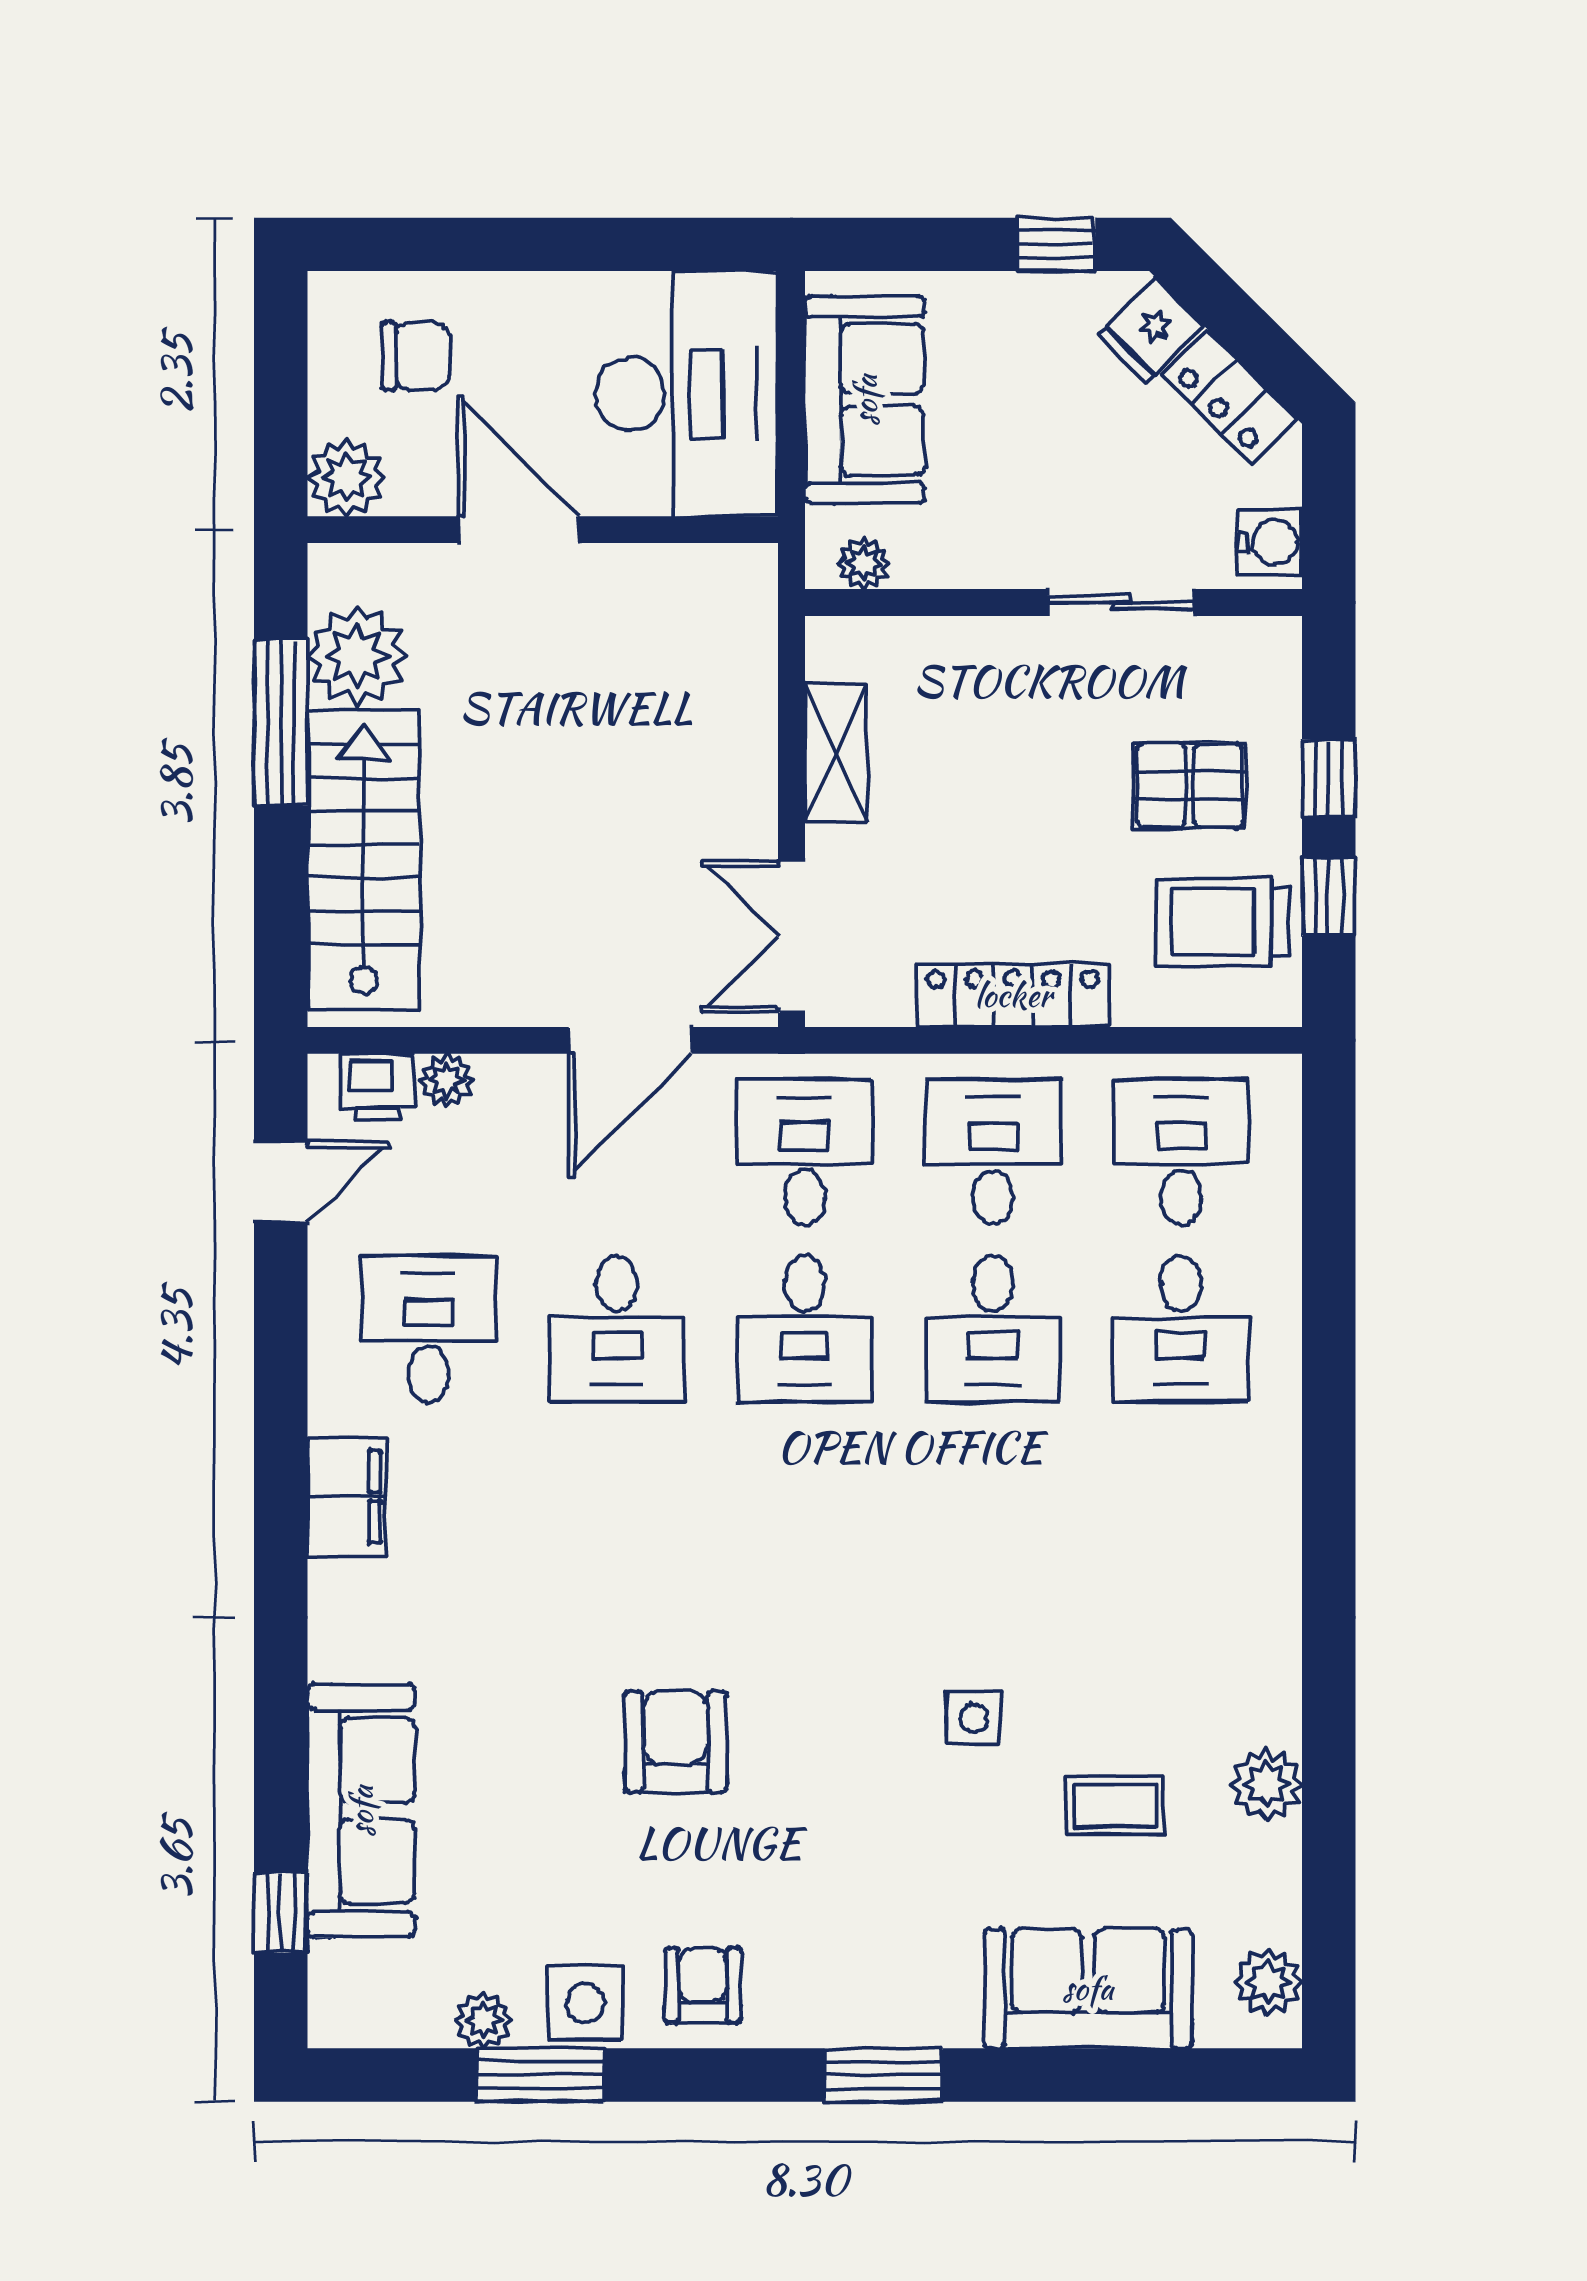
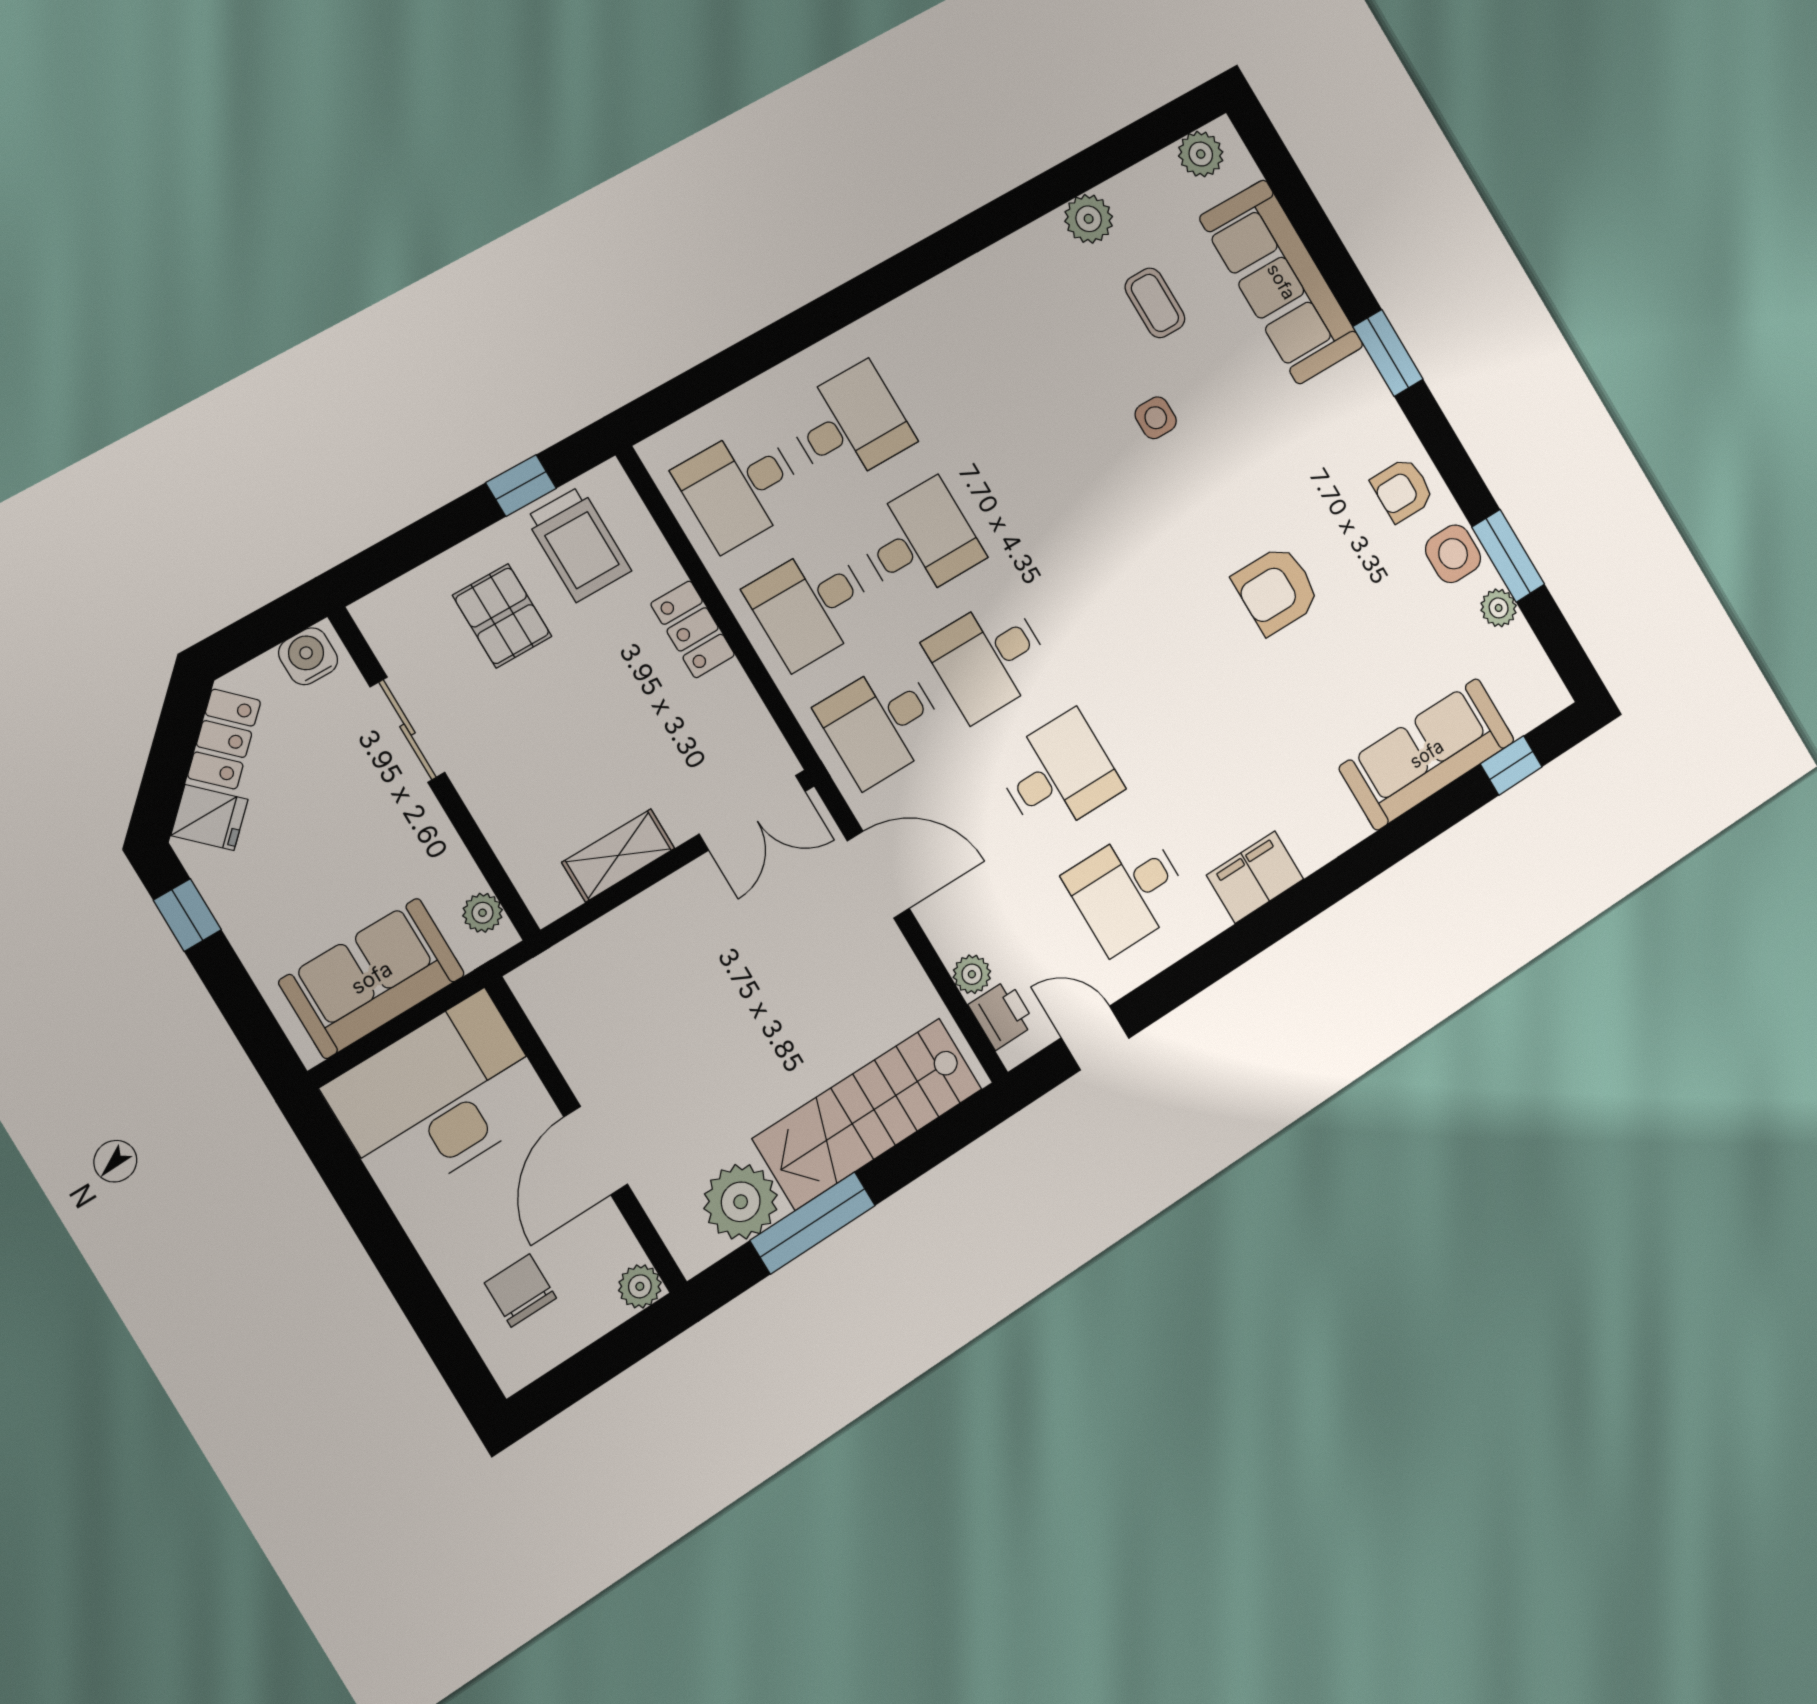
plant: (346, 477) -> (640, 1286), width x0.73, depth x0.73
window: (1329, 778) -> (444, 529), removed
locker: (1013, 995) -> (693, 629), width x0.66
desk: (805, 1329) -> (989, 658), turned 180
sofa: (1088, 1988) -> (1281, 282), width x1.36

